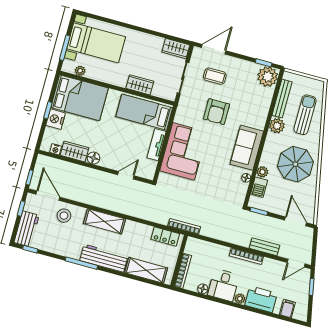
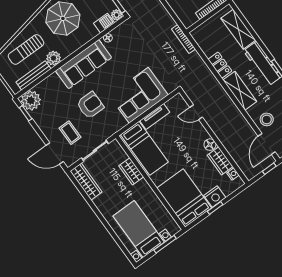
wardrobe: (176, 49) -> (86, 182), width x1.50
plant: (80, 71) -> (167, 218), removed
sofa: (247, 148) -> (84, 64), width x1.36
plant: (262, 172) -> (117, 15), moved
locker: (165, 237) -> (220, 65), moved

